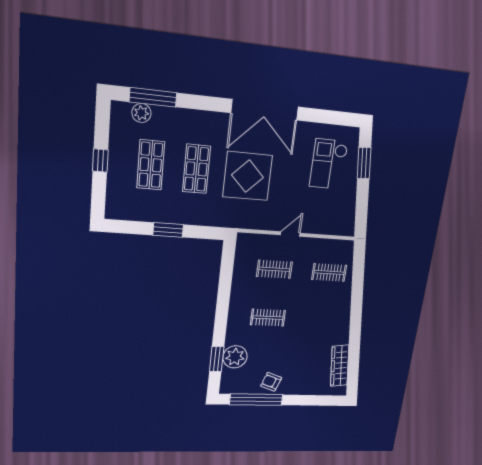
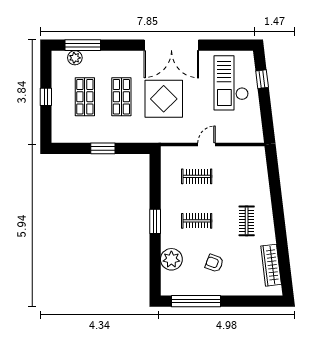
window: (364, 163) -> (262, 79), width x0.67
checkout: (329, 164) -> (231, 83), width x1.36, depth x1.21
clothes rail: (329, 272) -> (247, 221), moved, turned 90
window: (217, 359) -> (155, 221), moved
armchair: (271, 382) -> (214, 263), moved

